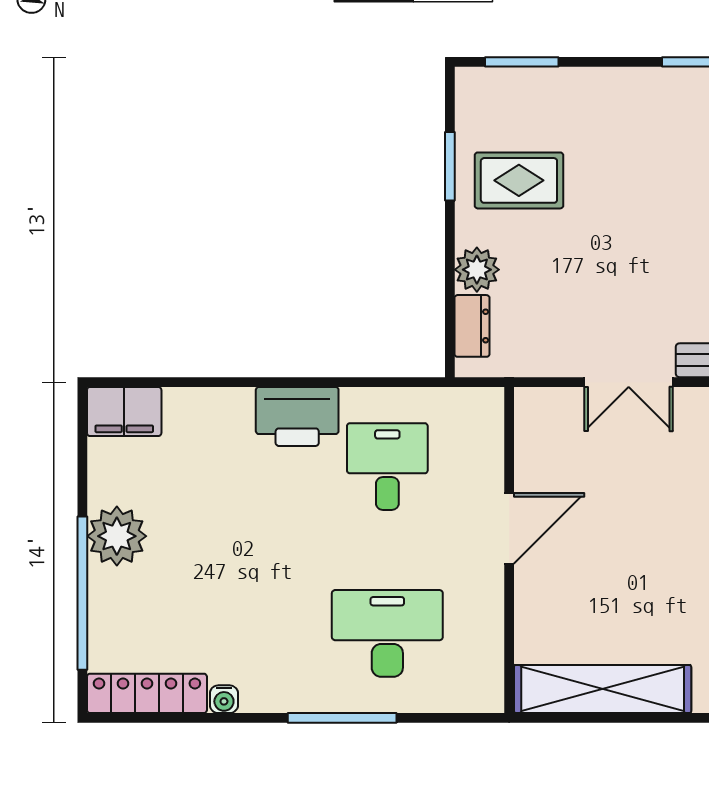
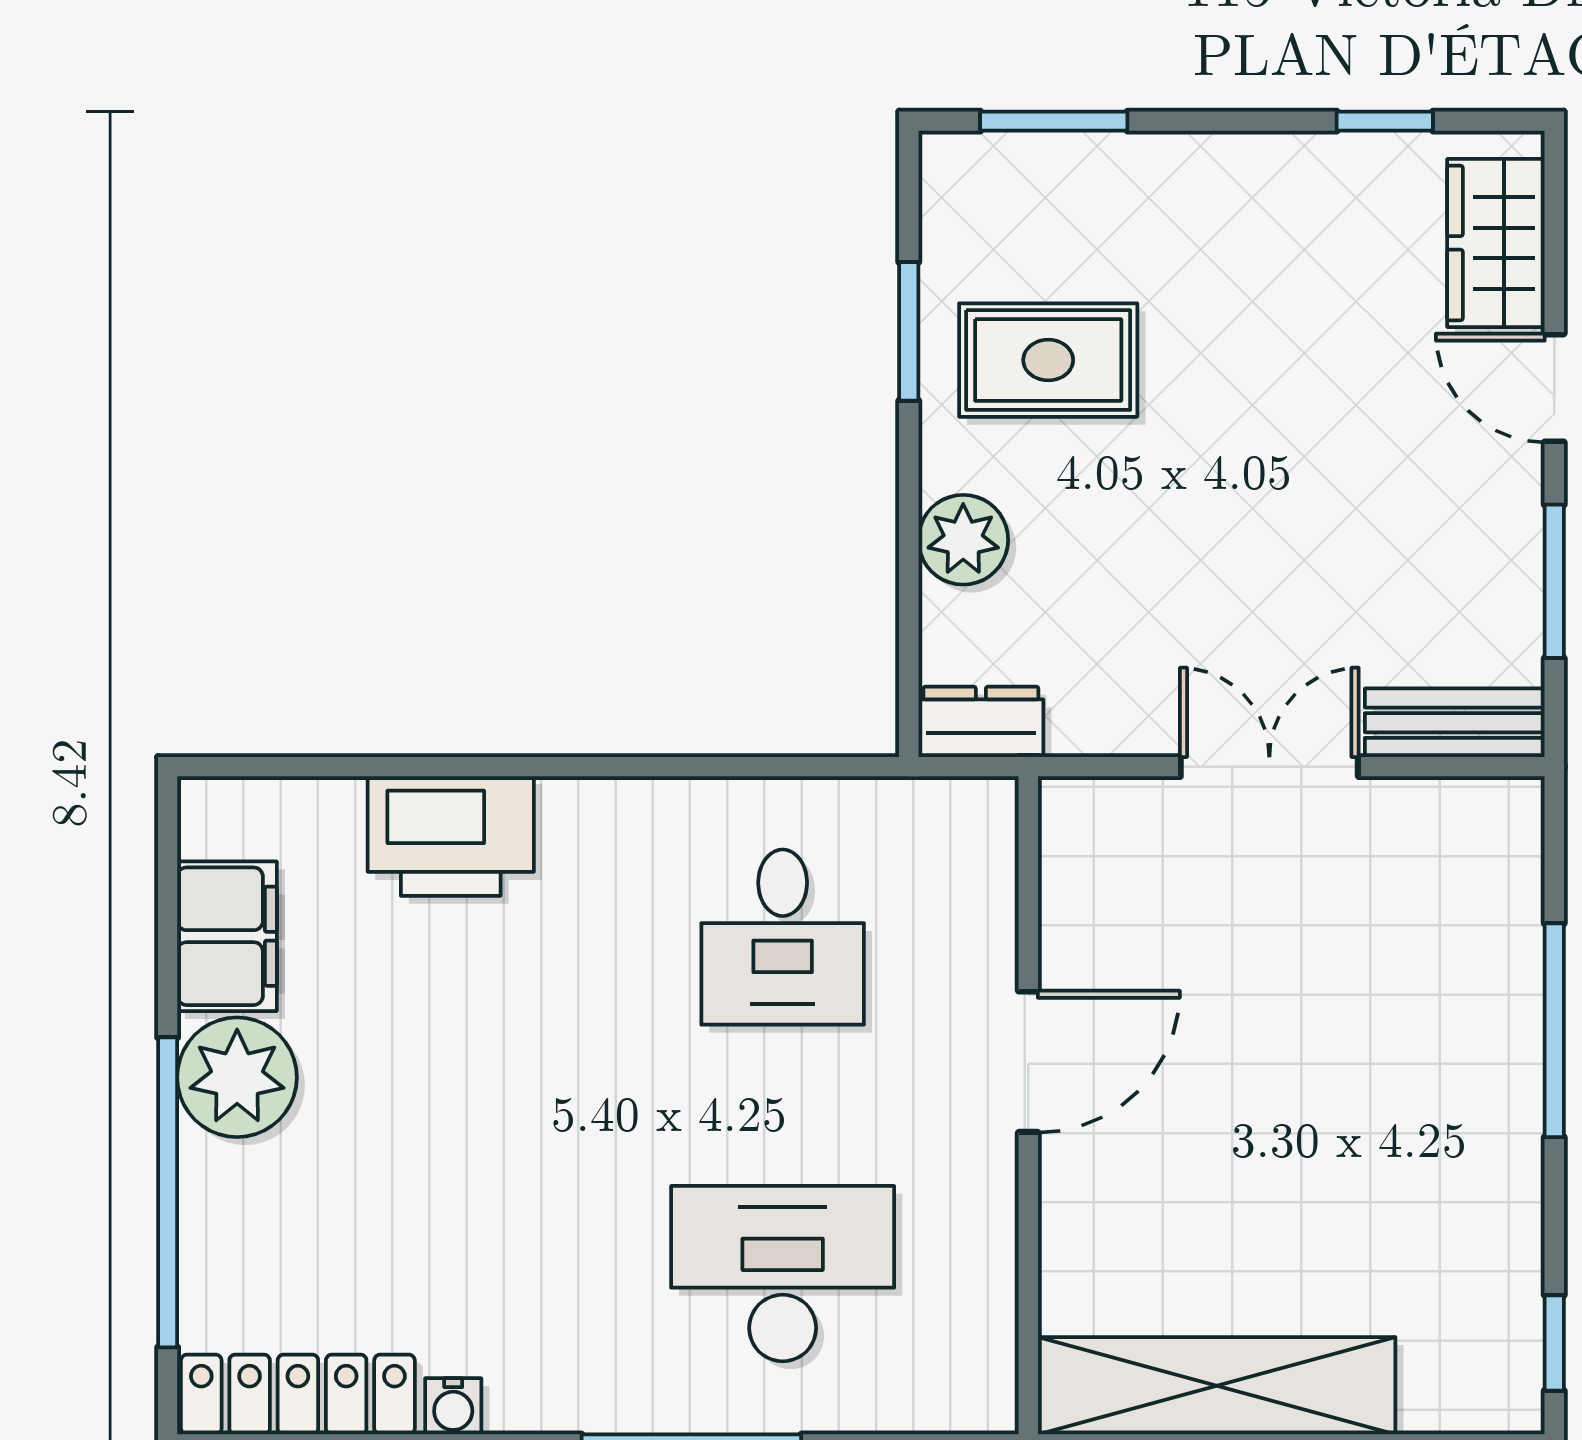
dresser: (472, 326) -> (981, 722), moved, turned -90
double door: (629, 382) -> (1269, 767), swing flipped
filing cabinet: (124, 411) -> (227, 936), moved, turned -90
printer: (297, 416) -> (451, 836), moved
desk: (387, 467) -> (783, 937), turned 180

